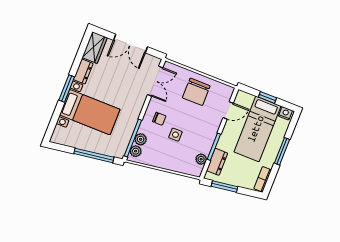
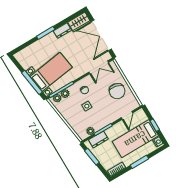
double door: (131, 44) -> (101, 35), width x1.37
chair: (196, 92) -> (117, 91), turned -77
door: (228, 110) -> (127, 115), hinge flipped
bed with nightstands: (90, 112) -> (51, 72), moved, turned -98

